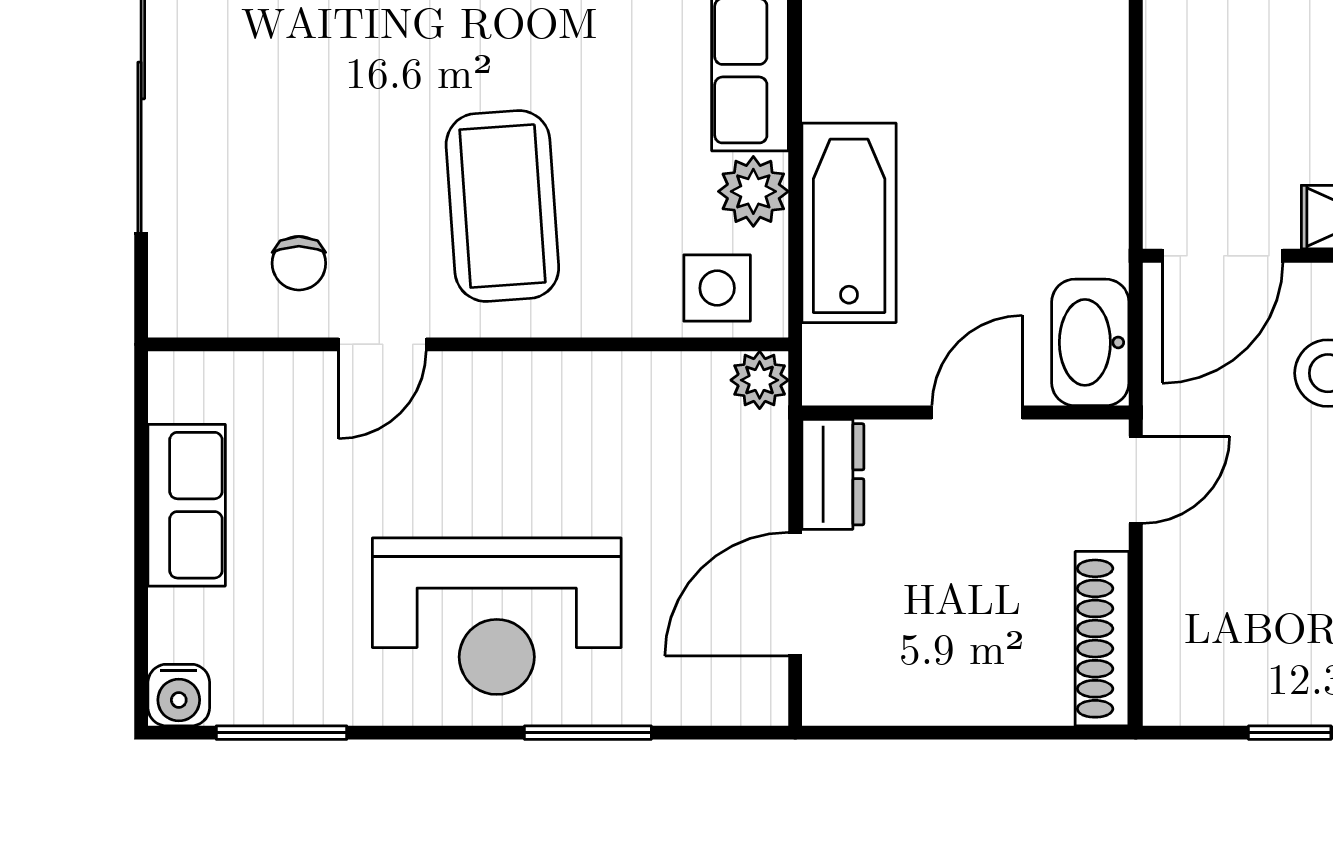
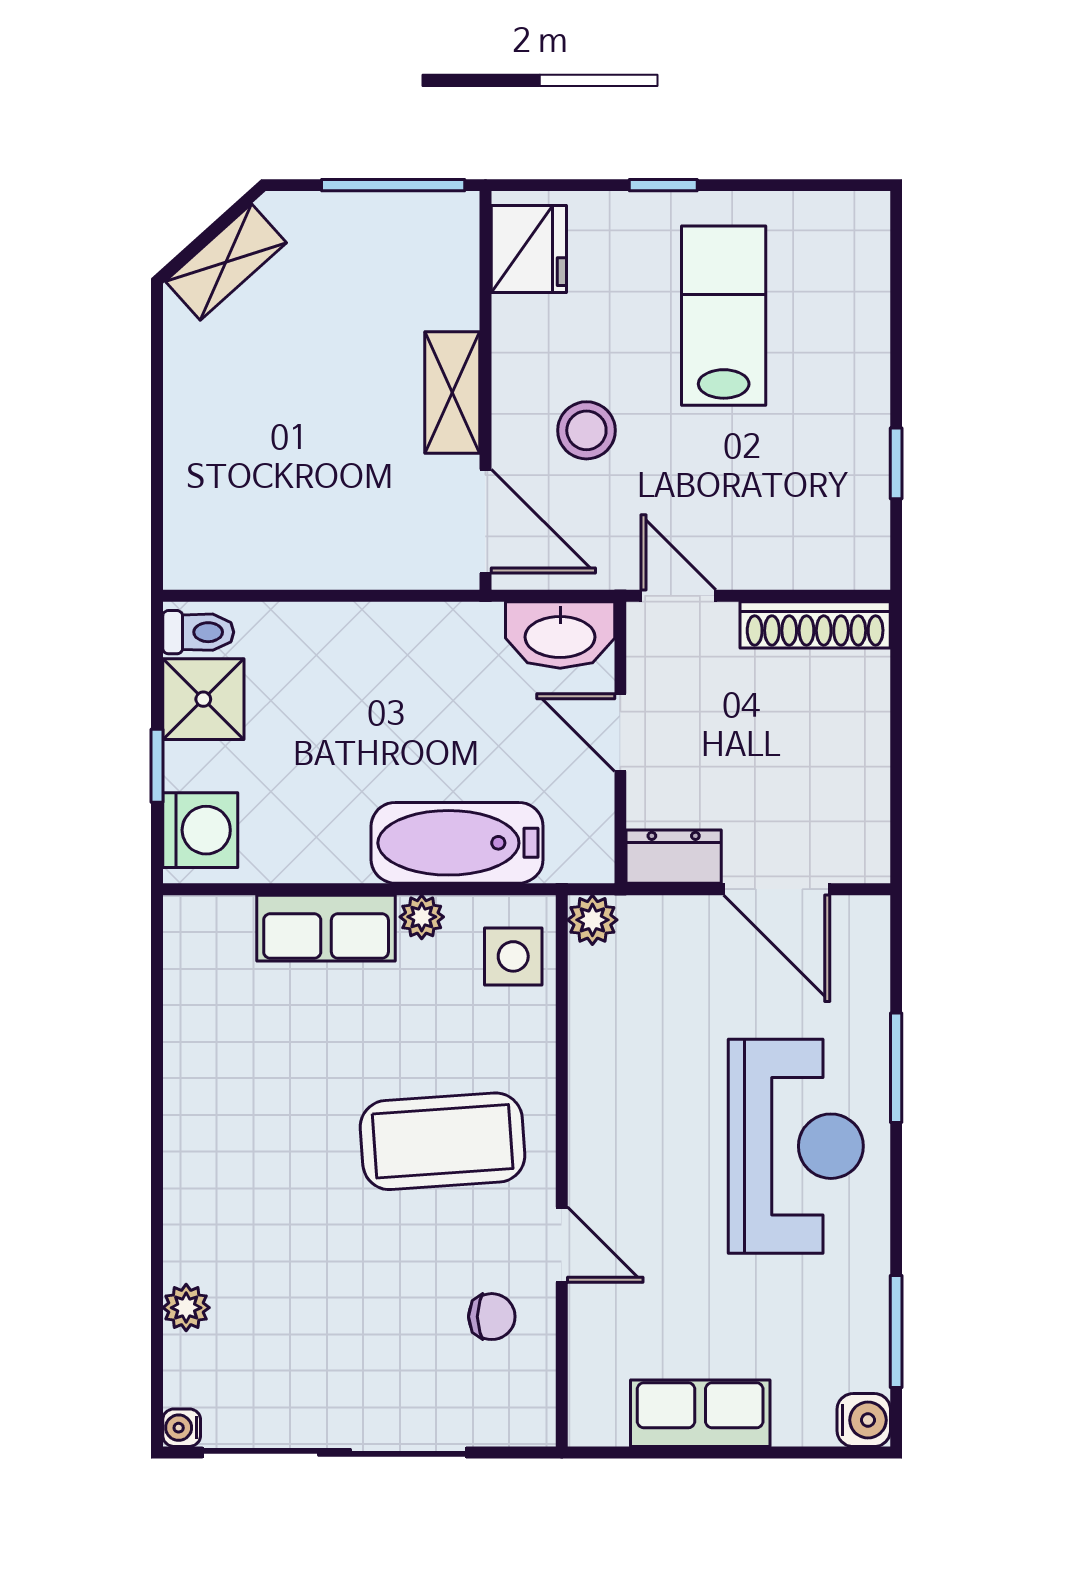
plant: (753, 191) -> (422, 917), width x0.73, depth x0.73

